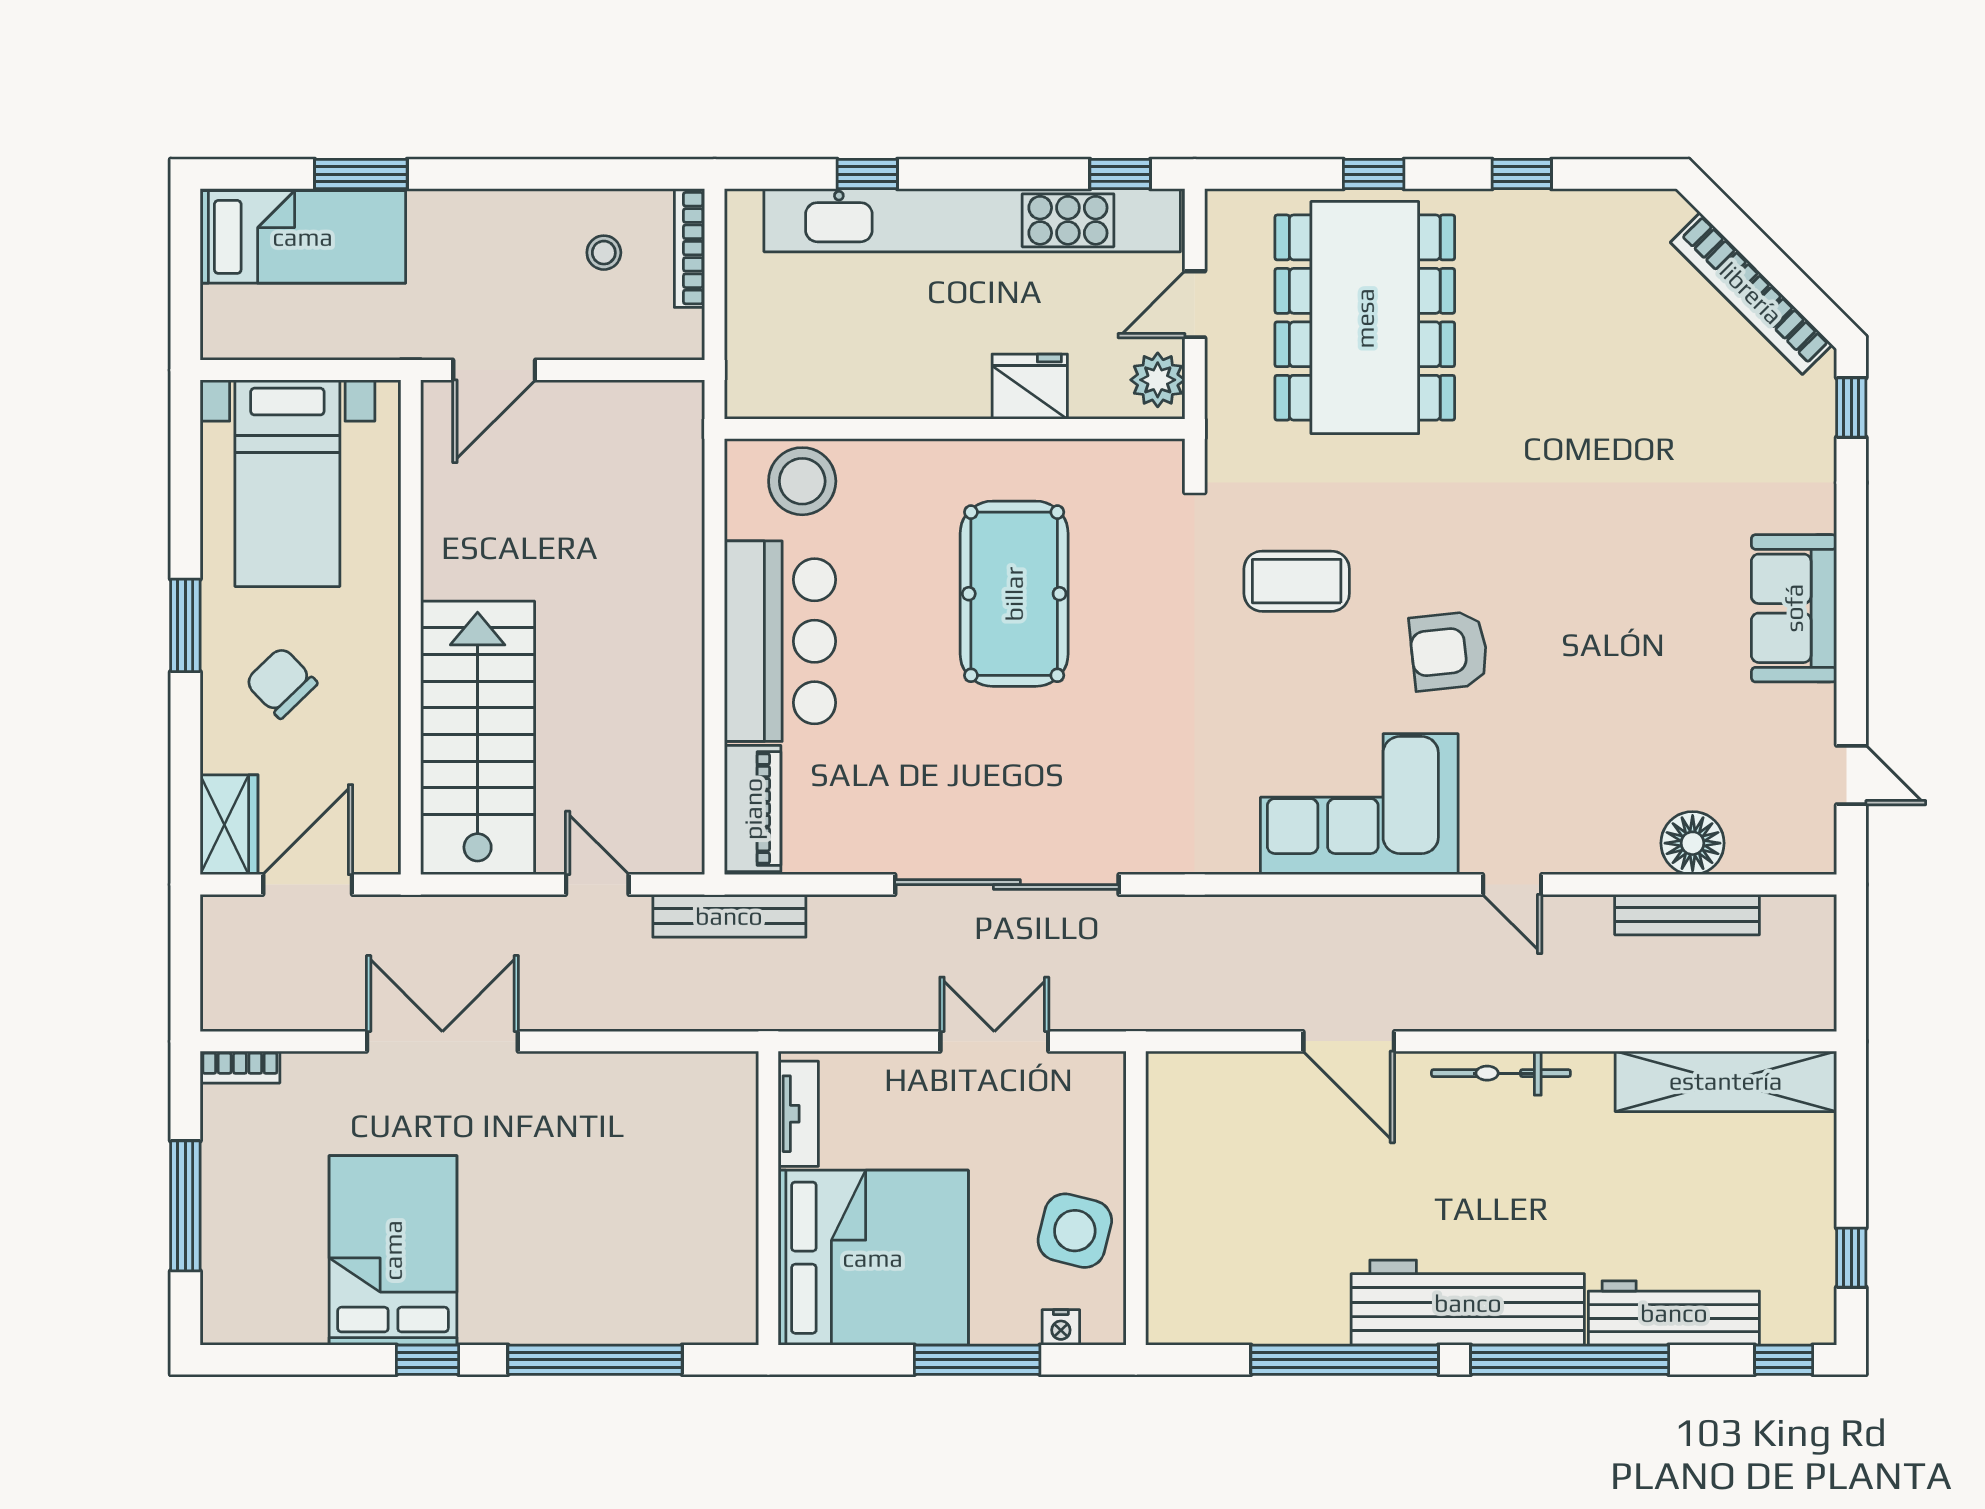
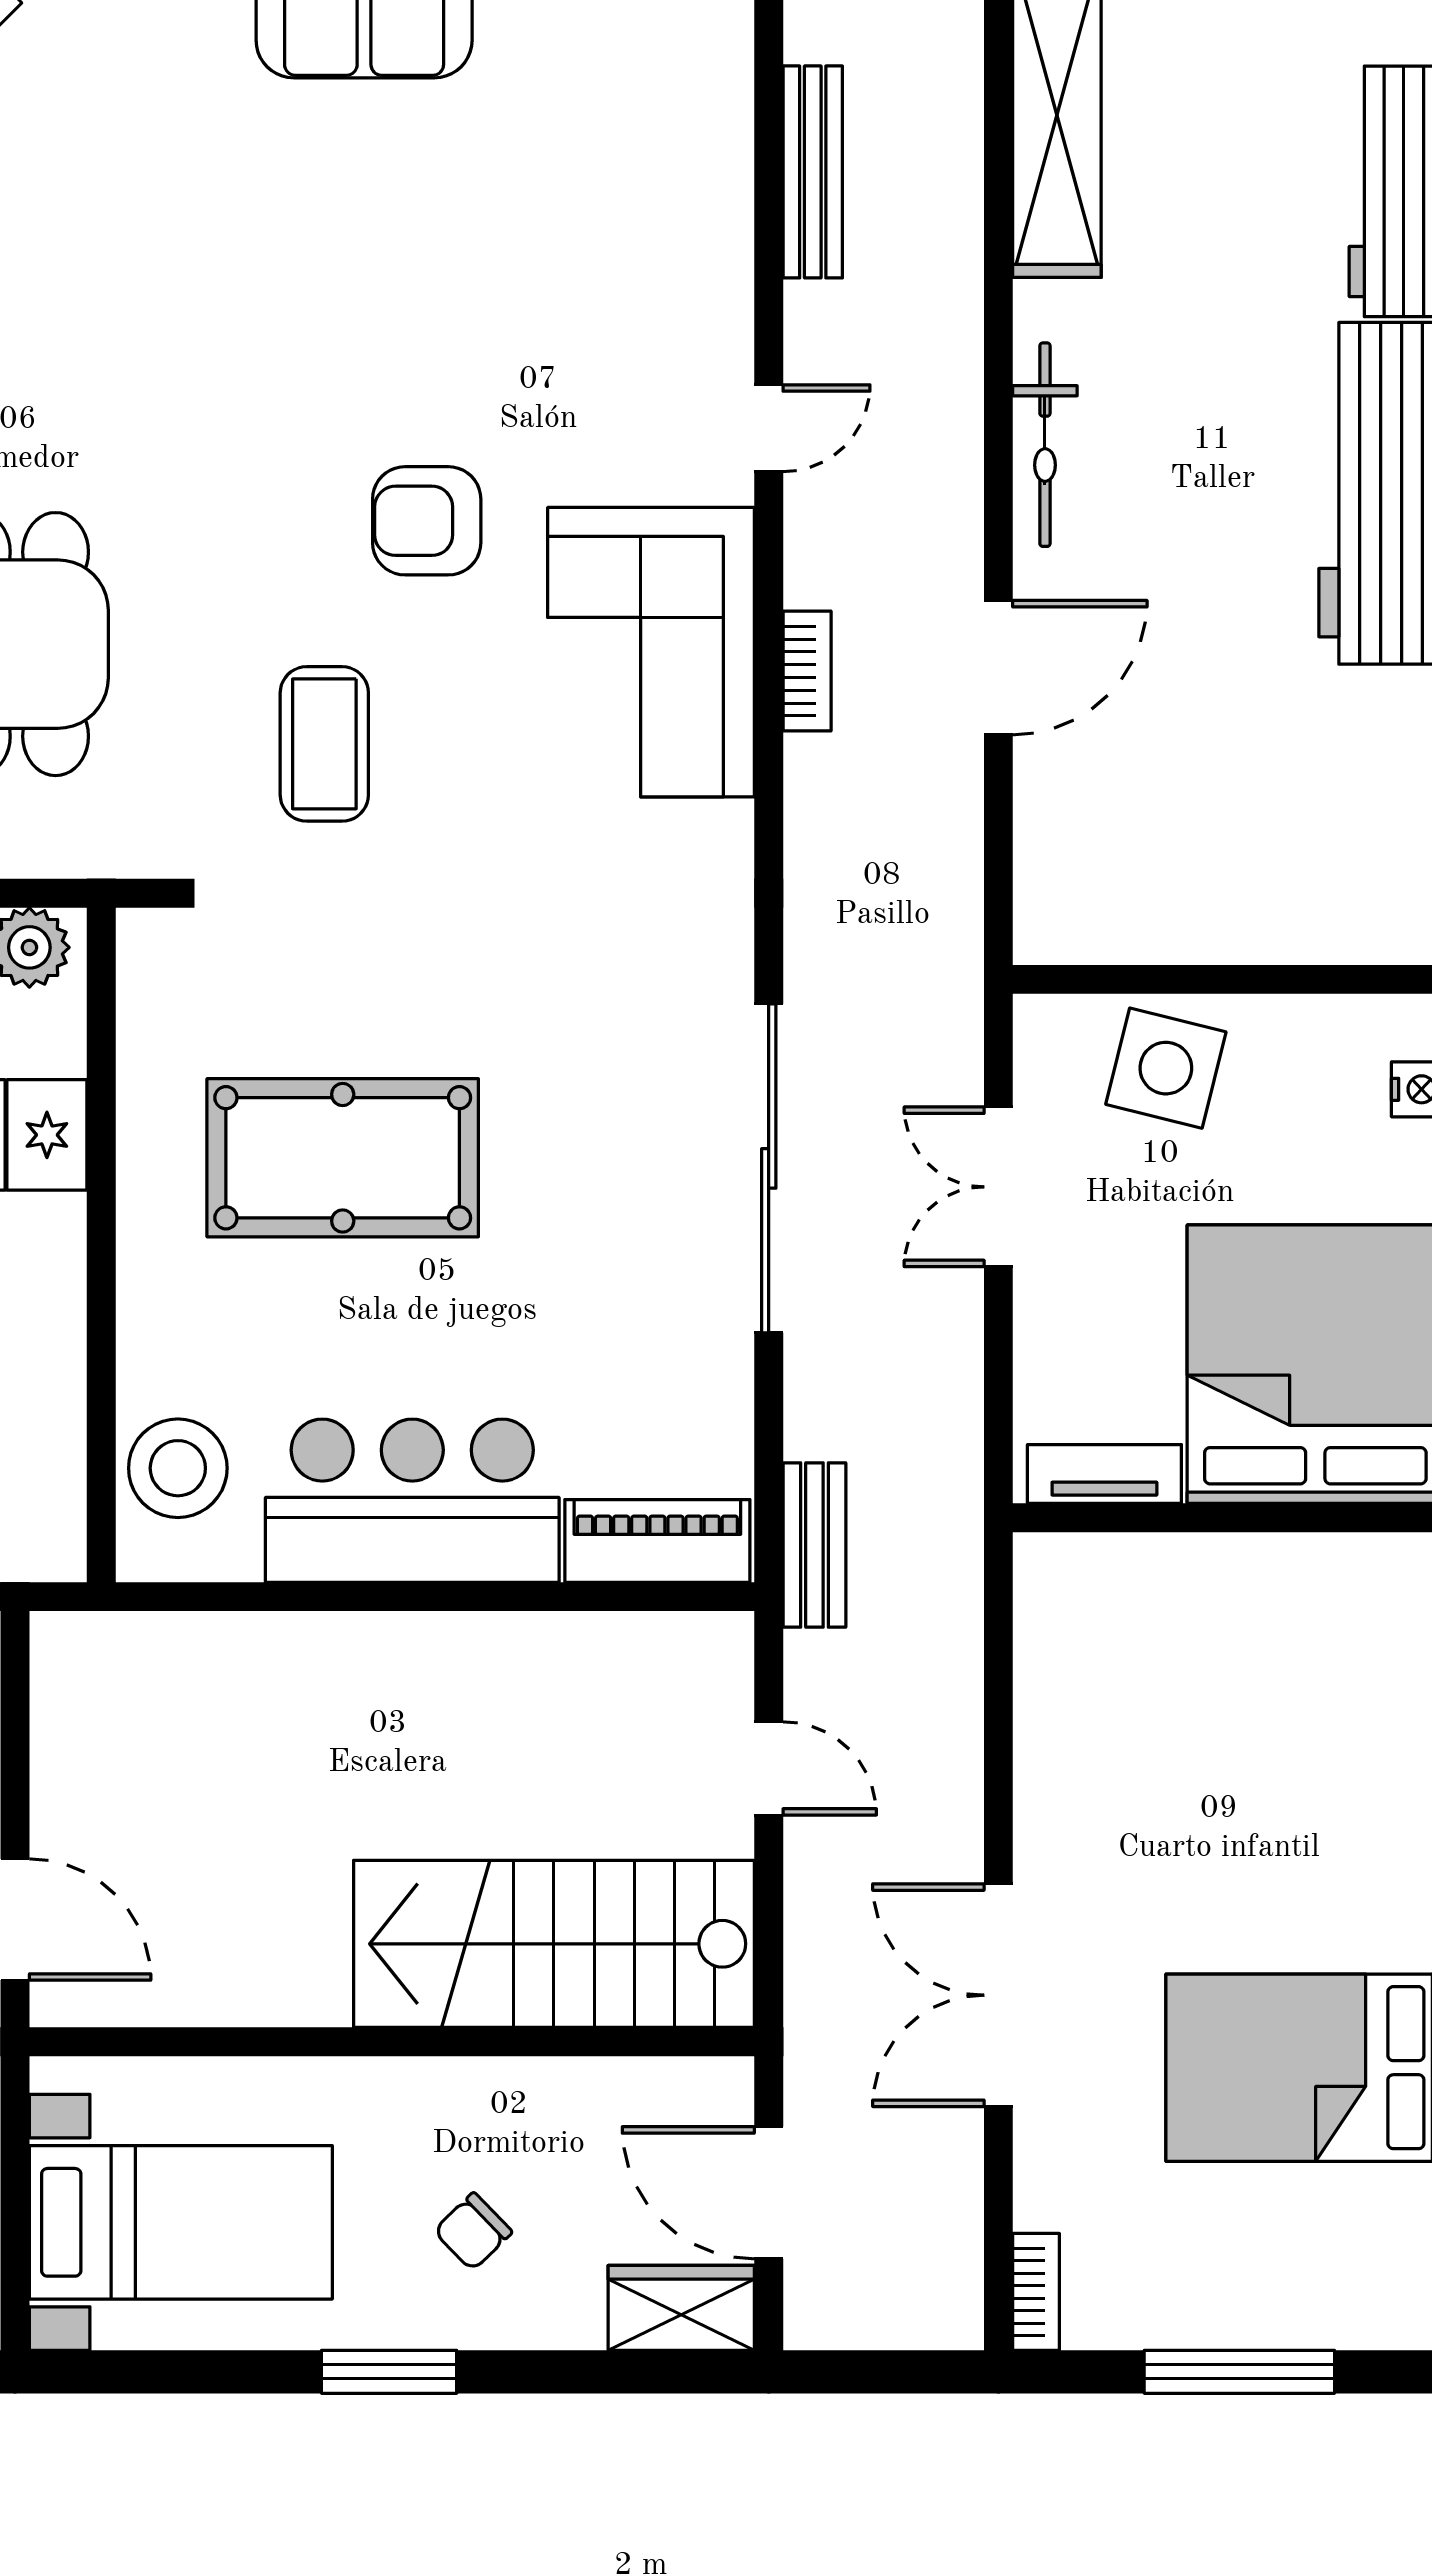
armchair: (1449, 651) -> (427, 521), turned 96
chair: (281, 683) -> (473, 2232), width x0.73, depth x0.73
floor lamp: (1693, 843) -> (708, 164), removed
door: (597, 885) -> (769, 1768), swing flipped
bookcase: (1346, 911) -> (807, 671), added
bench: (729, 916) -> (814, 1545), width x0.73
side table: (1075, 1231) -> (1166, 1068), moved

